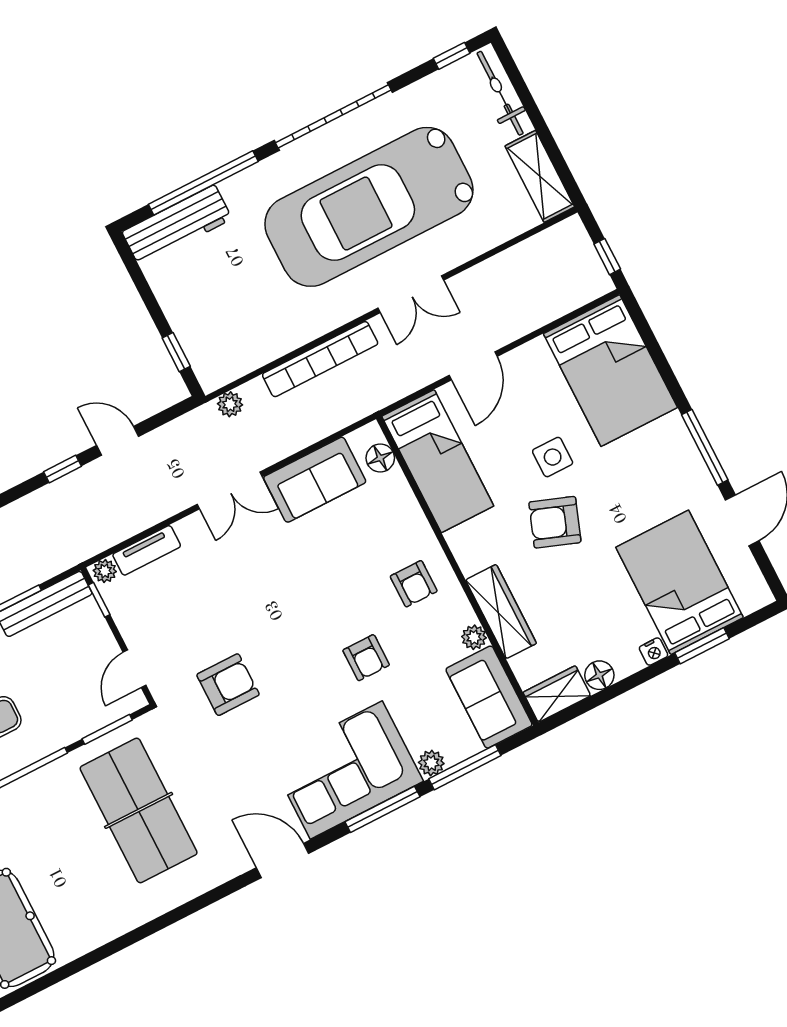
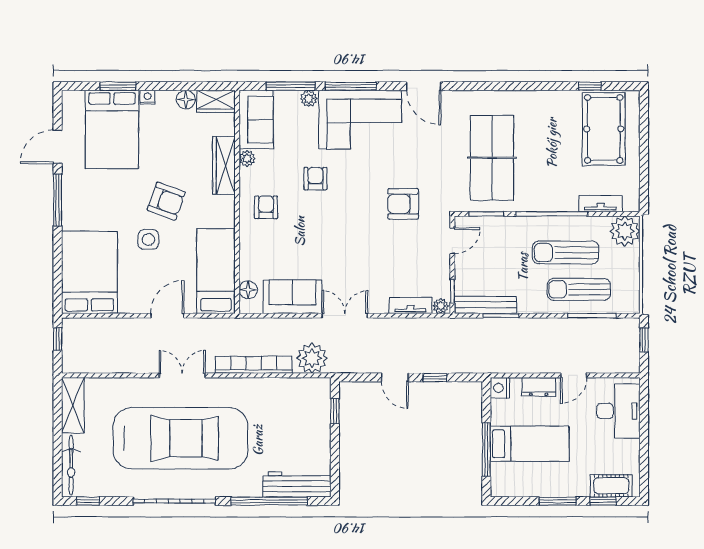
plant: (230, 404) -> (312, 358), width x1.87, depth x1.87
window: (54, 977) -> (590, 86), added

